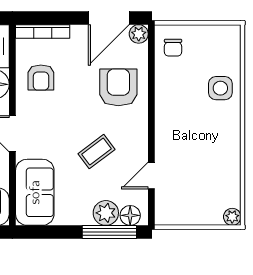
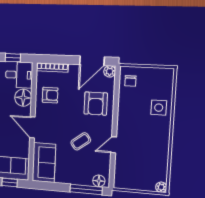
armchair: (41, 78) -> (50, 95), turned -90
armchair: (118, 87) -> (96, 104), turned 180
door: (151, 175) -> (114, 145), moved
plant: (106, 213) -> (85, 178), removed

